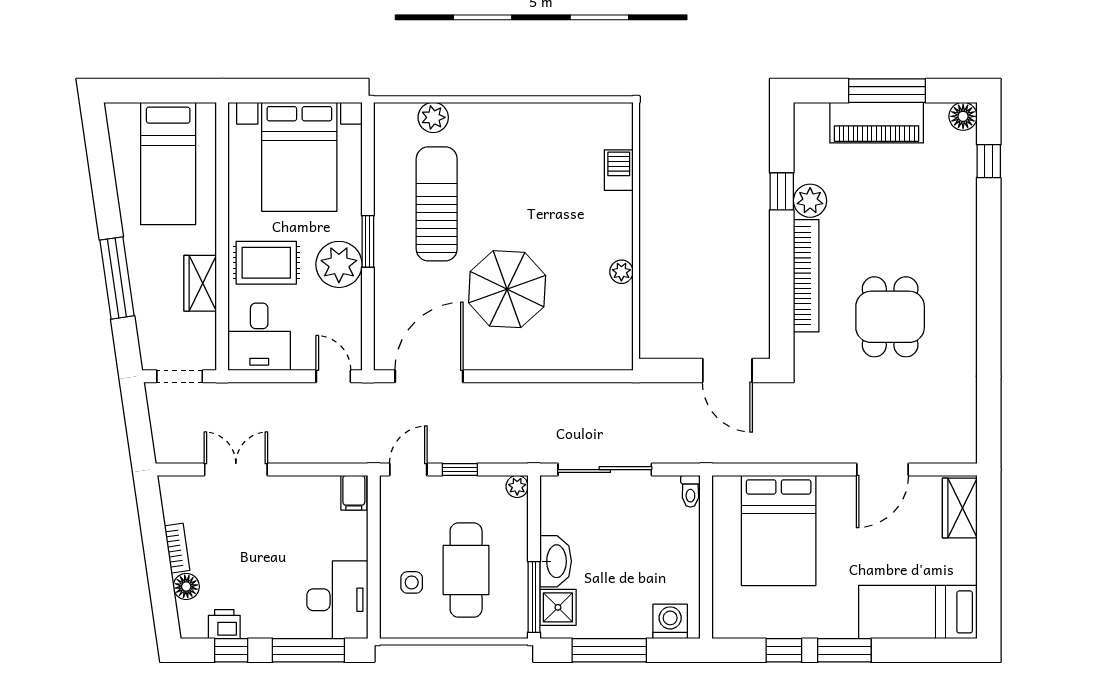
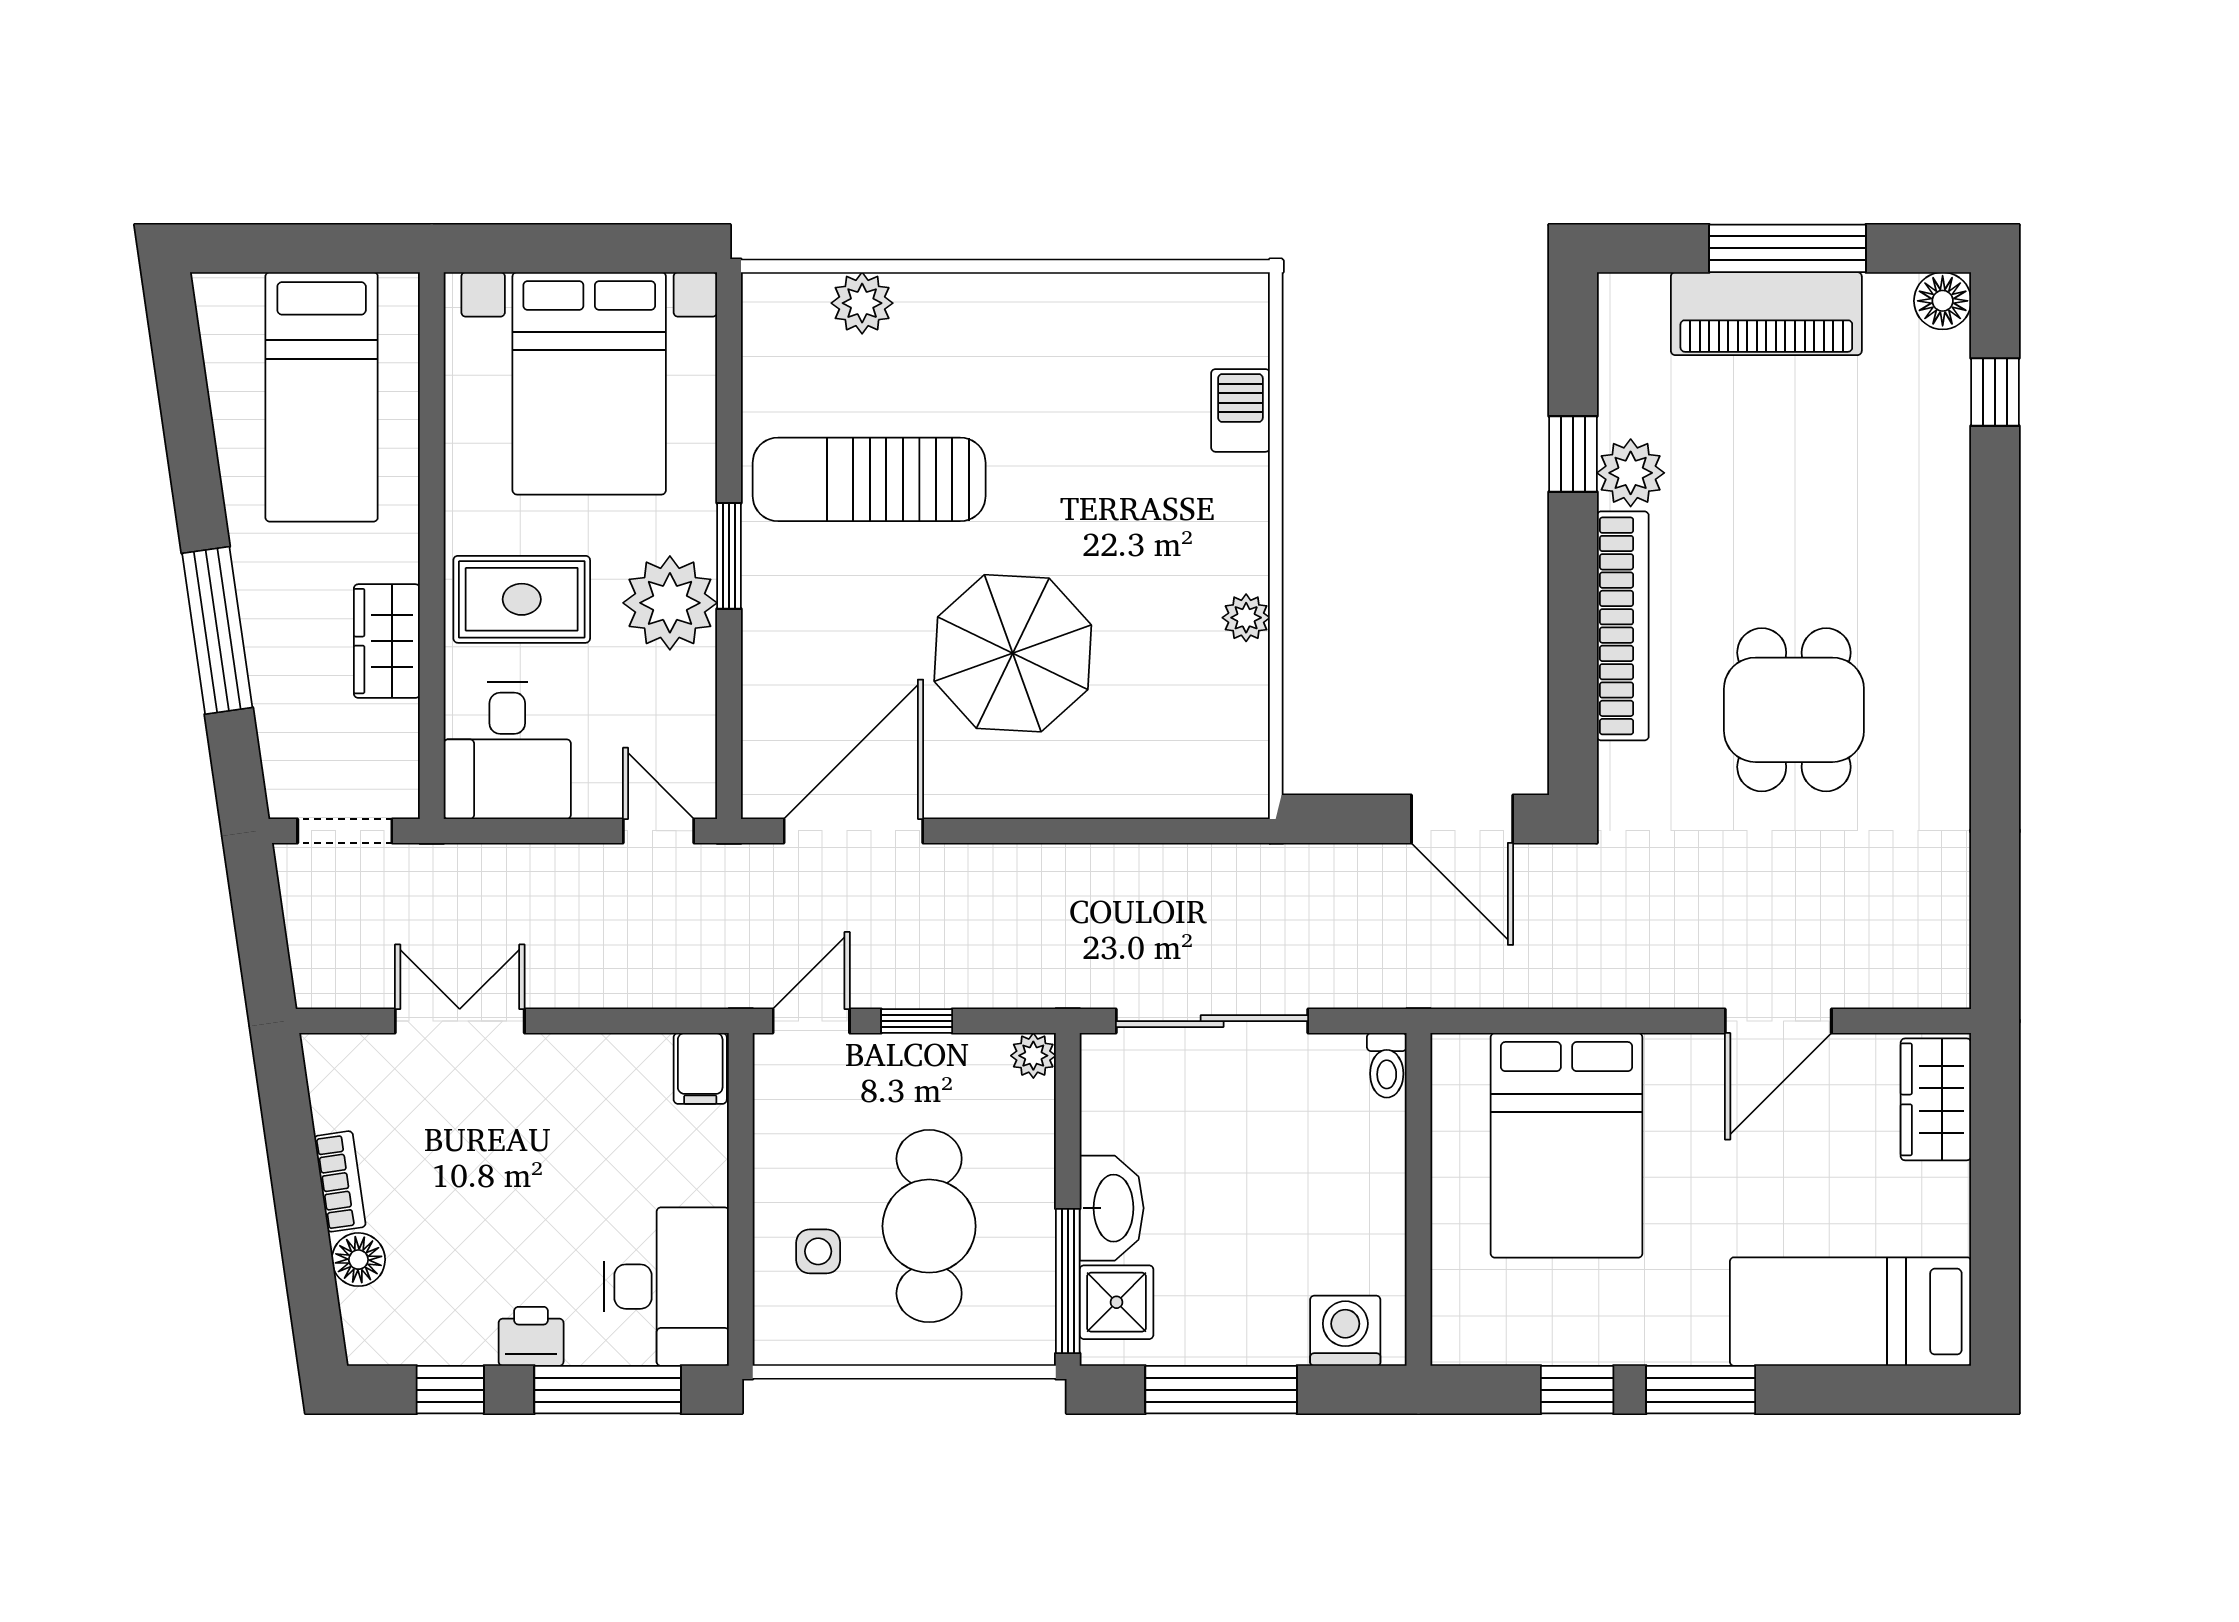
sun lounger: (437, 204) -> (869, 479), turned -90
printer: (224, 624) -> (531, 1336), moved

